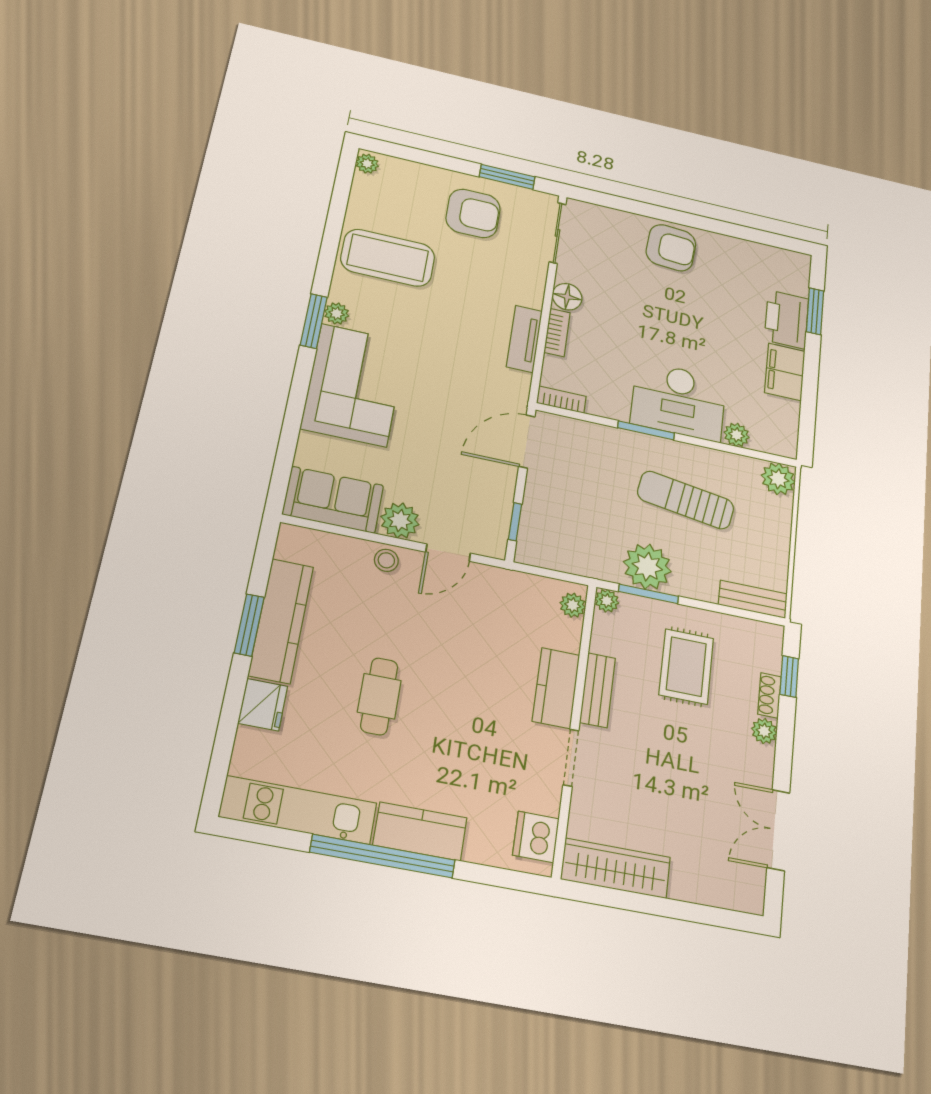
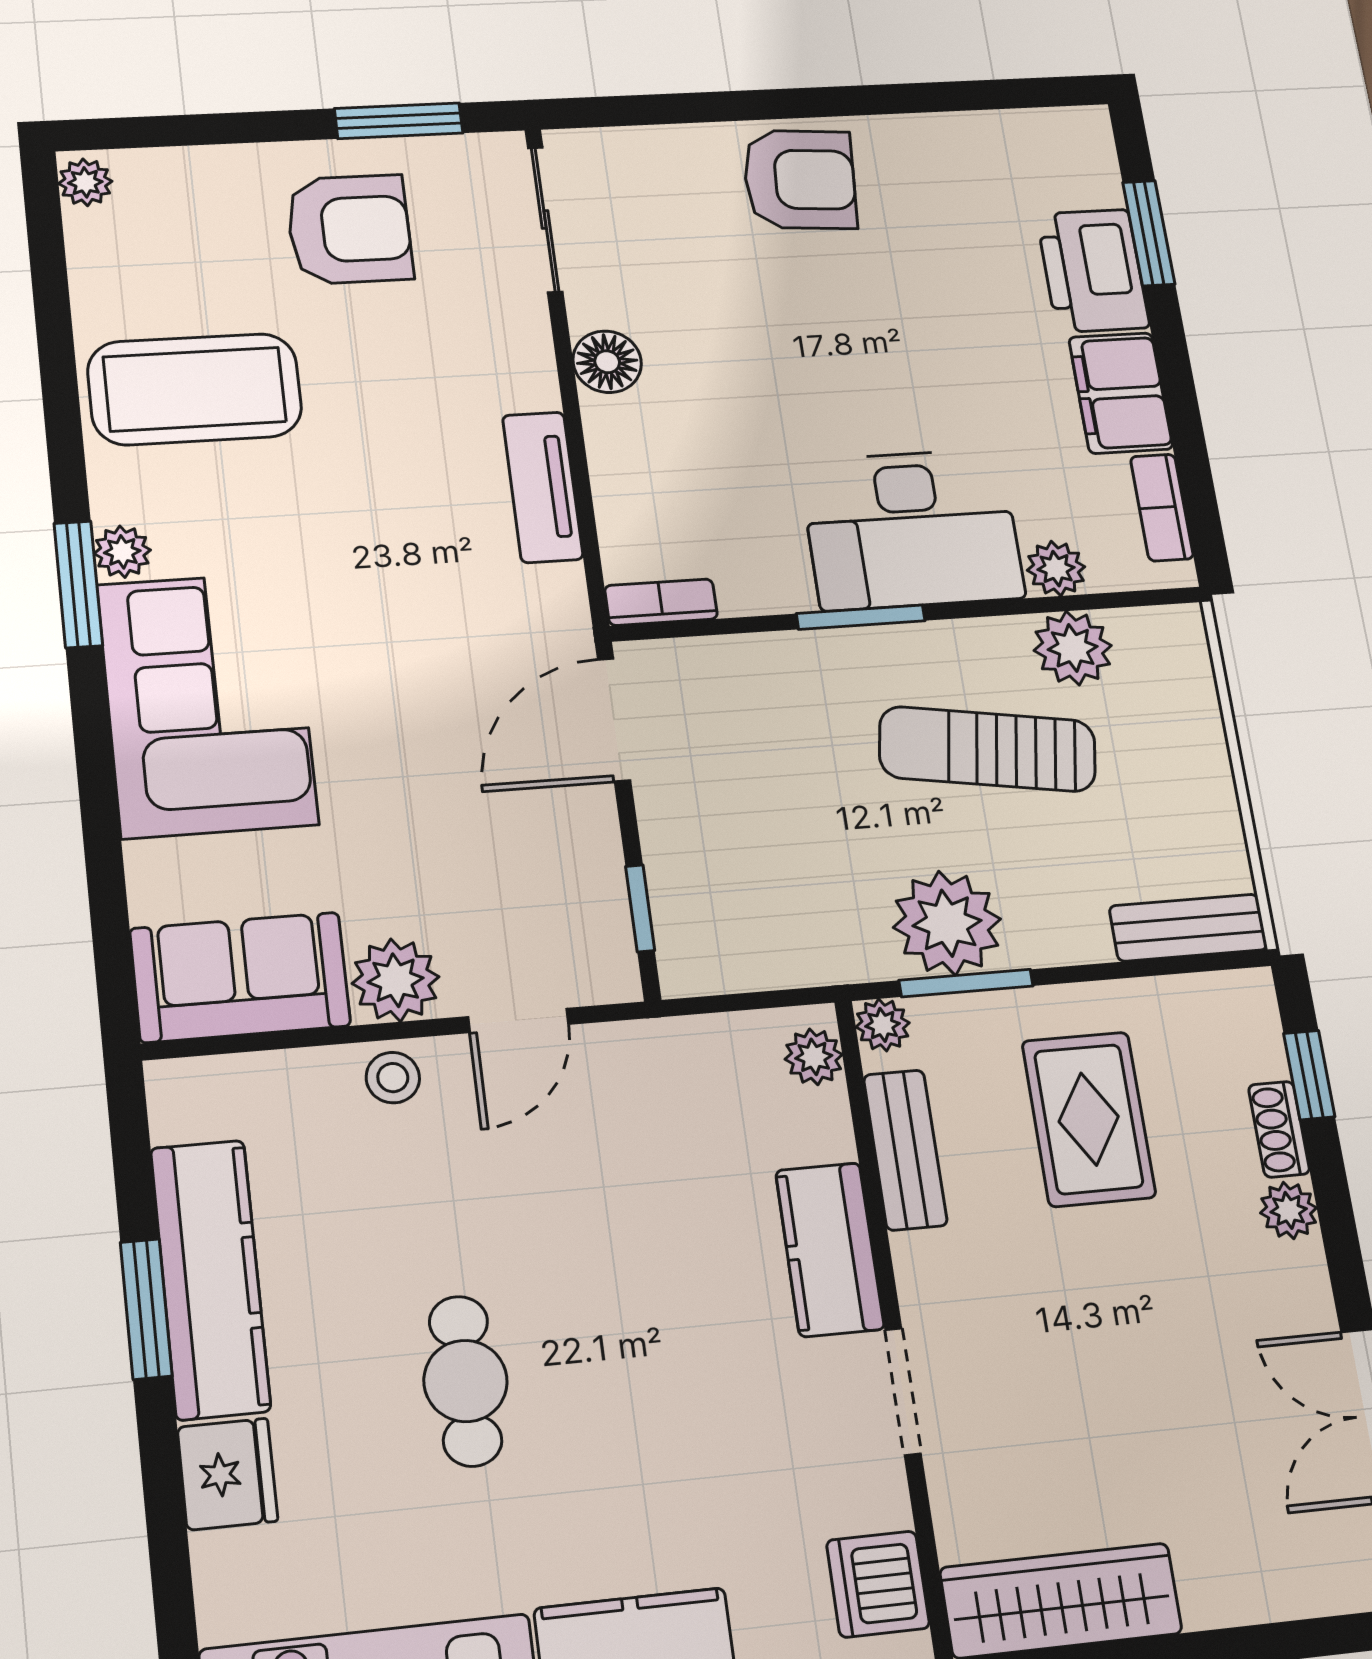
bookcase: (557, 332) -> (1162, 508), moved, turned 180
plant: (778, 479) -> (1073, 648), moved
bench: (598, 690) -> (905, 1150), moved

